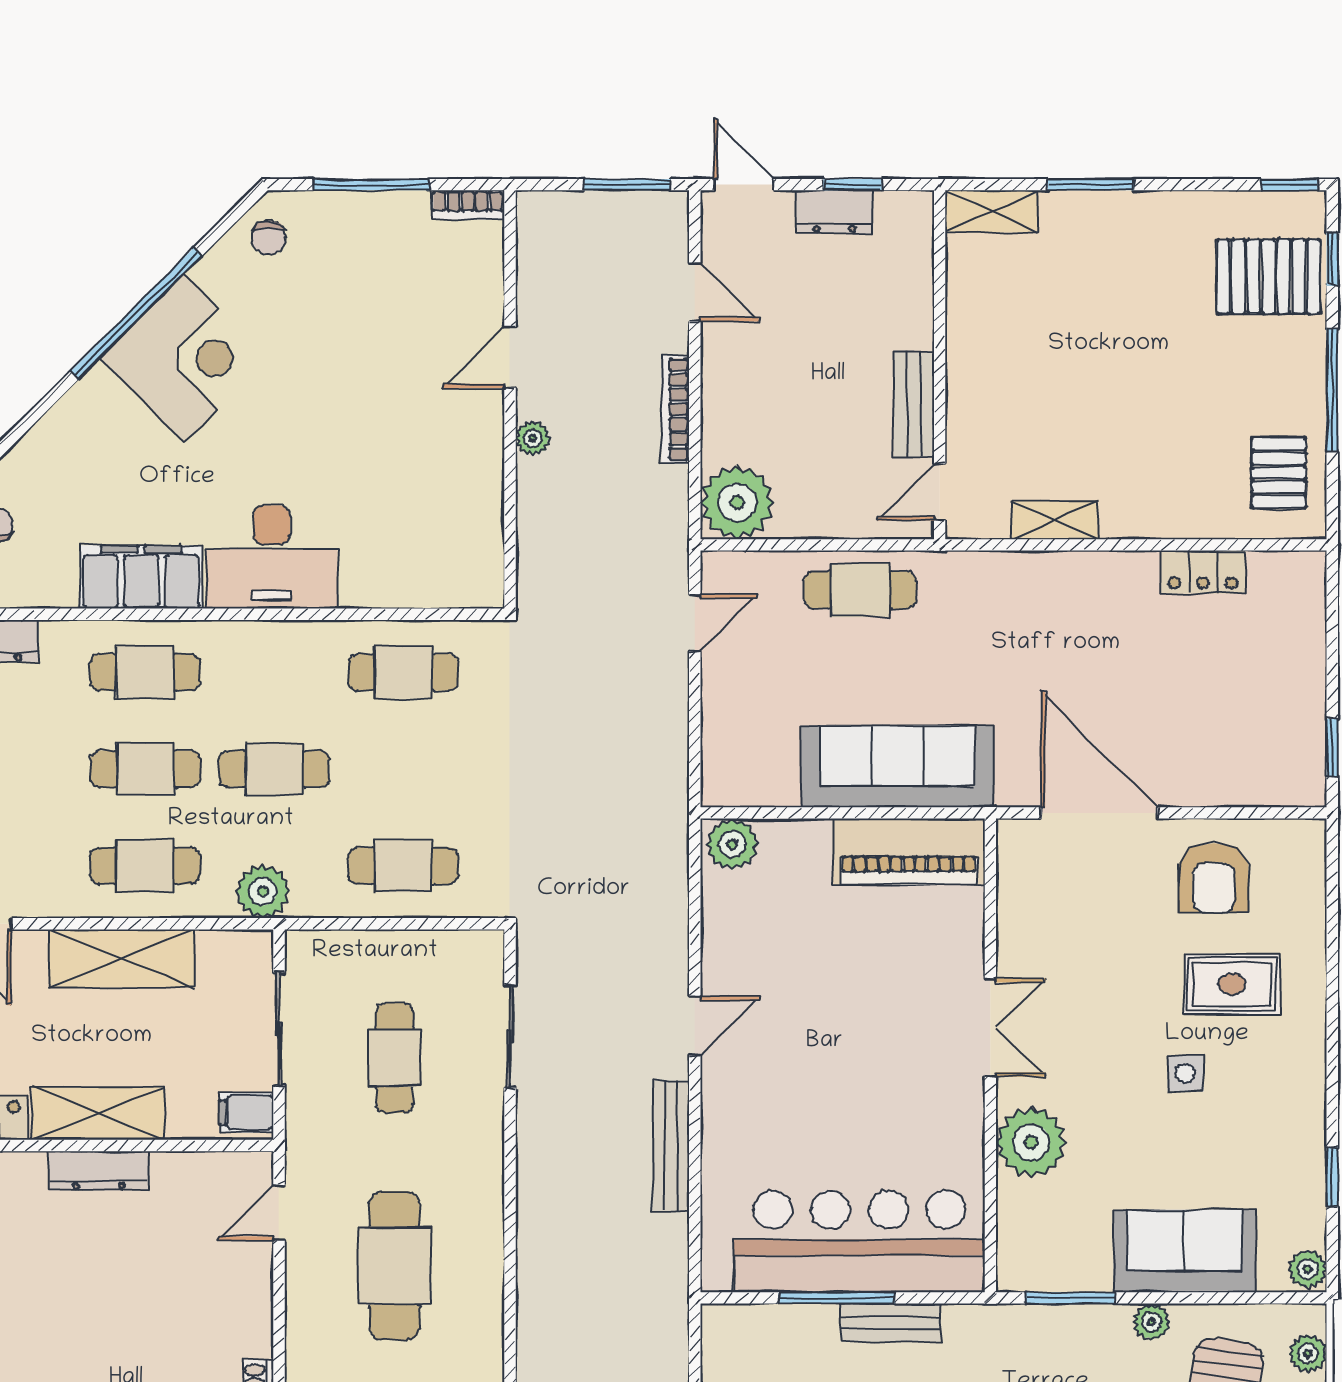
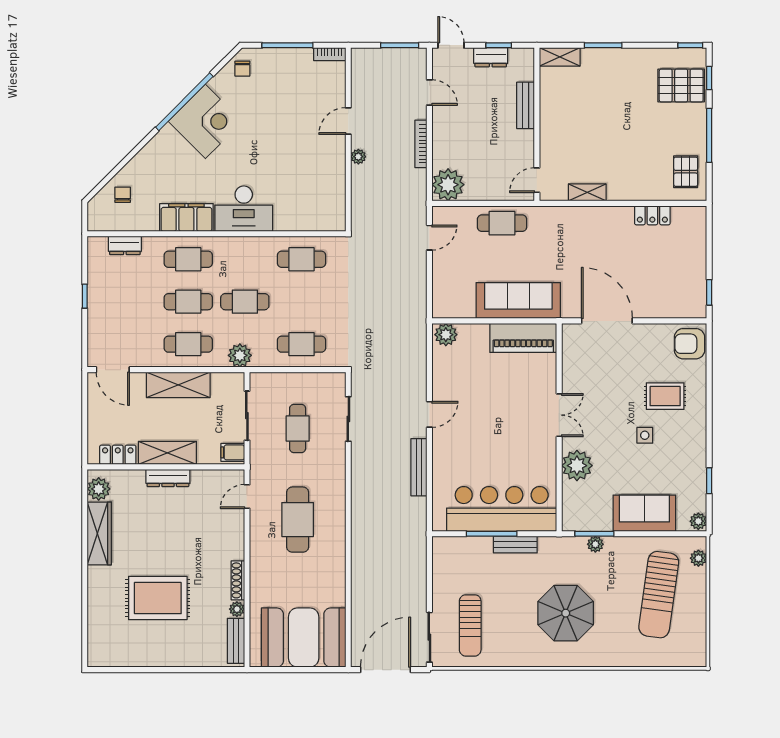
bench: (914, 404) -> (526, 105), moved
armchair: (1214, 878) -> (689, 344), moved, turned 90
plant: (1152, 1322) -> (595, 544), moved

